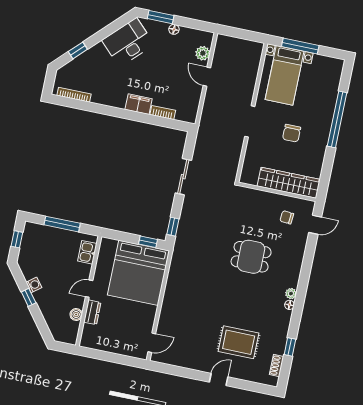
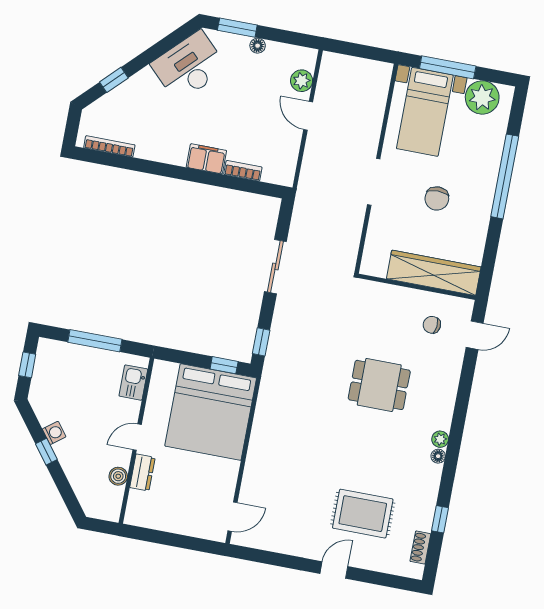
plant: (323, 66) -> (482, 97), added

